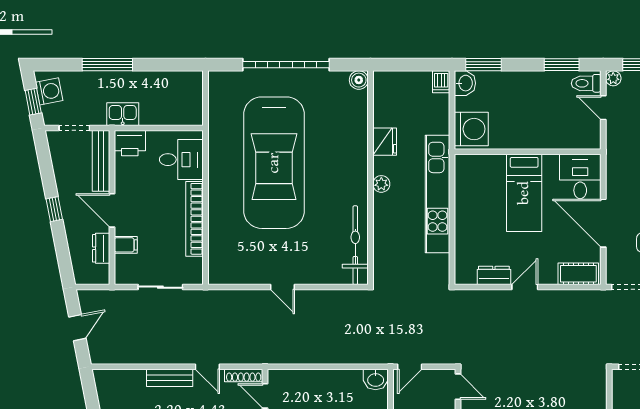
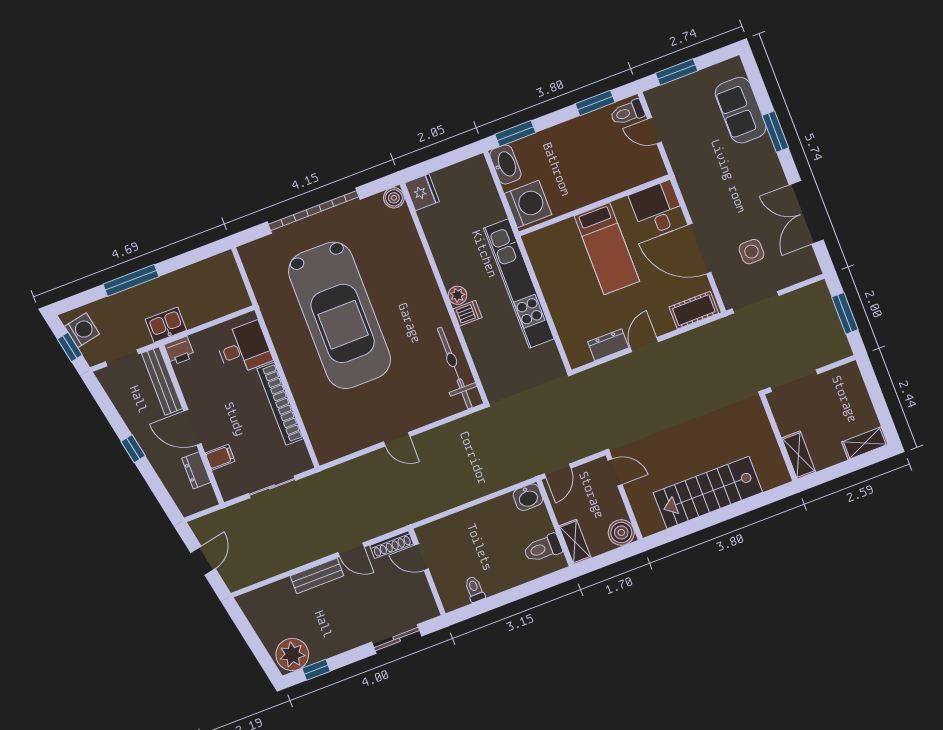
plant: (613, 78) -> (653, 97), removed
dishwasher: (441, 82) -> (467, 313), moved, turned -90
washbasin: (465, 83) -> (505, 164), width x1.38
fridge: (385, 142) -> (422, 192), moved
printer: (130, 143) -> (179, 351), width x0.73, depth x0.81

